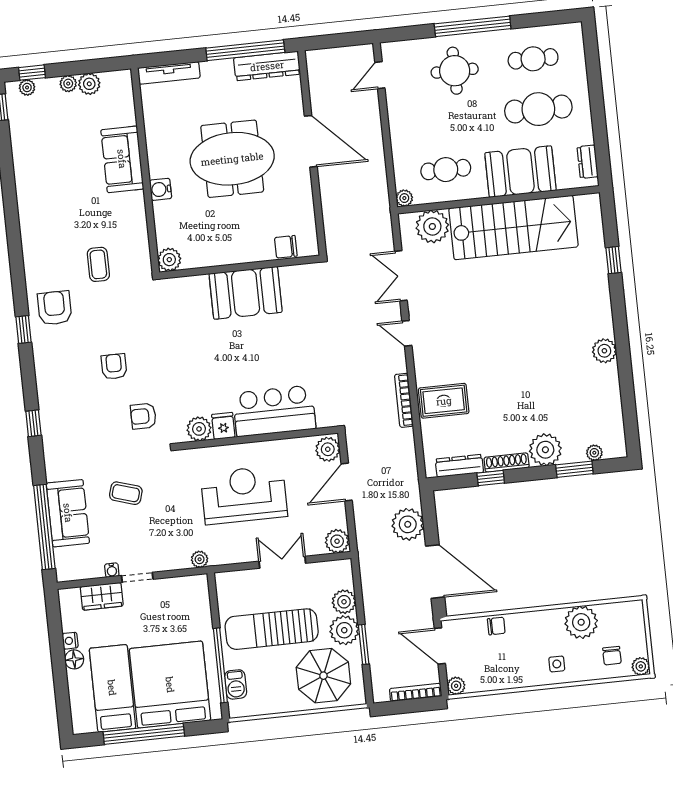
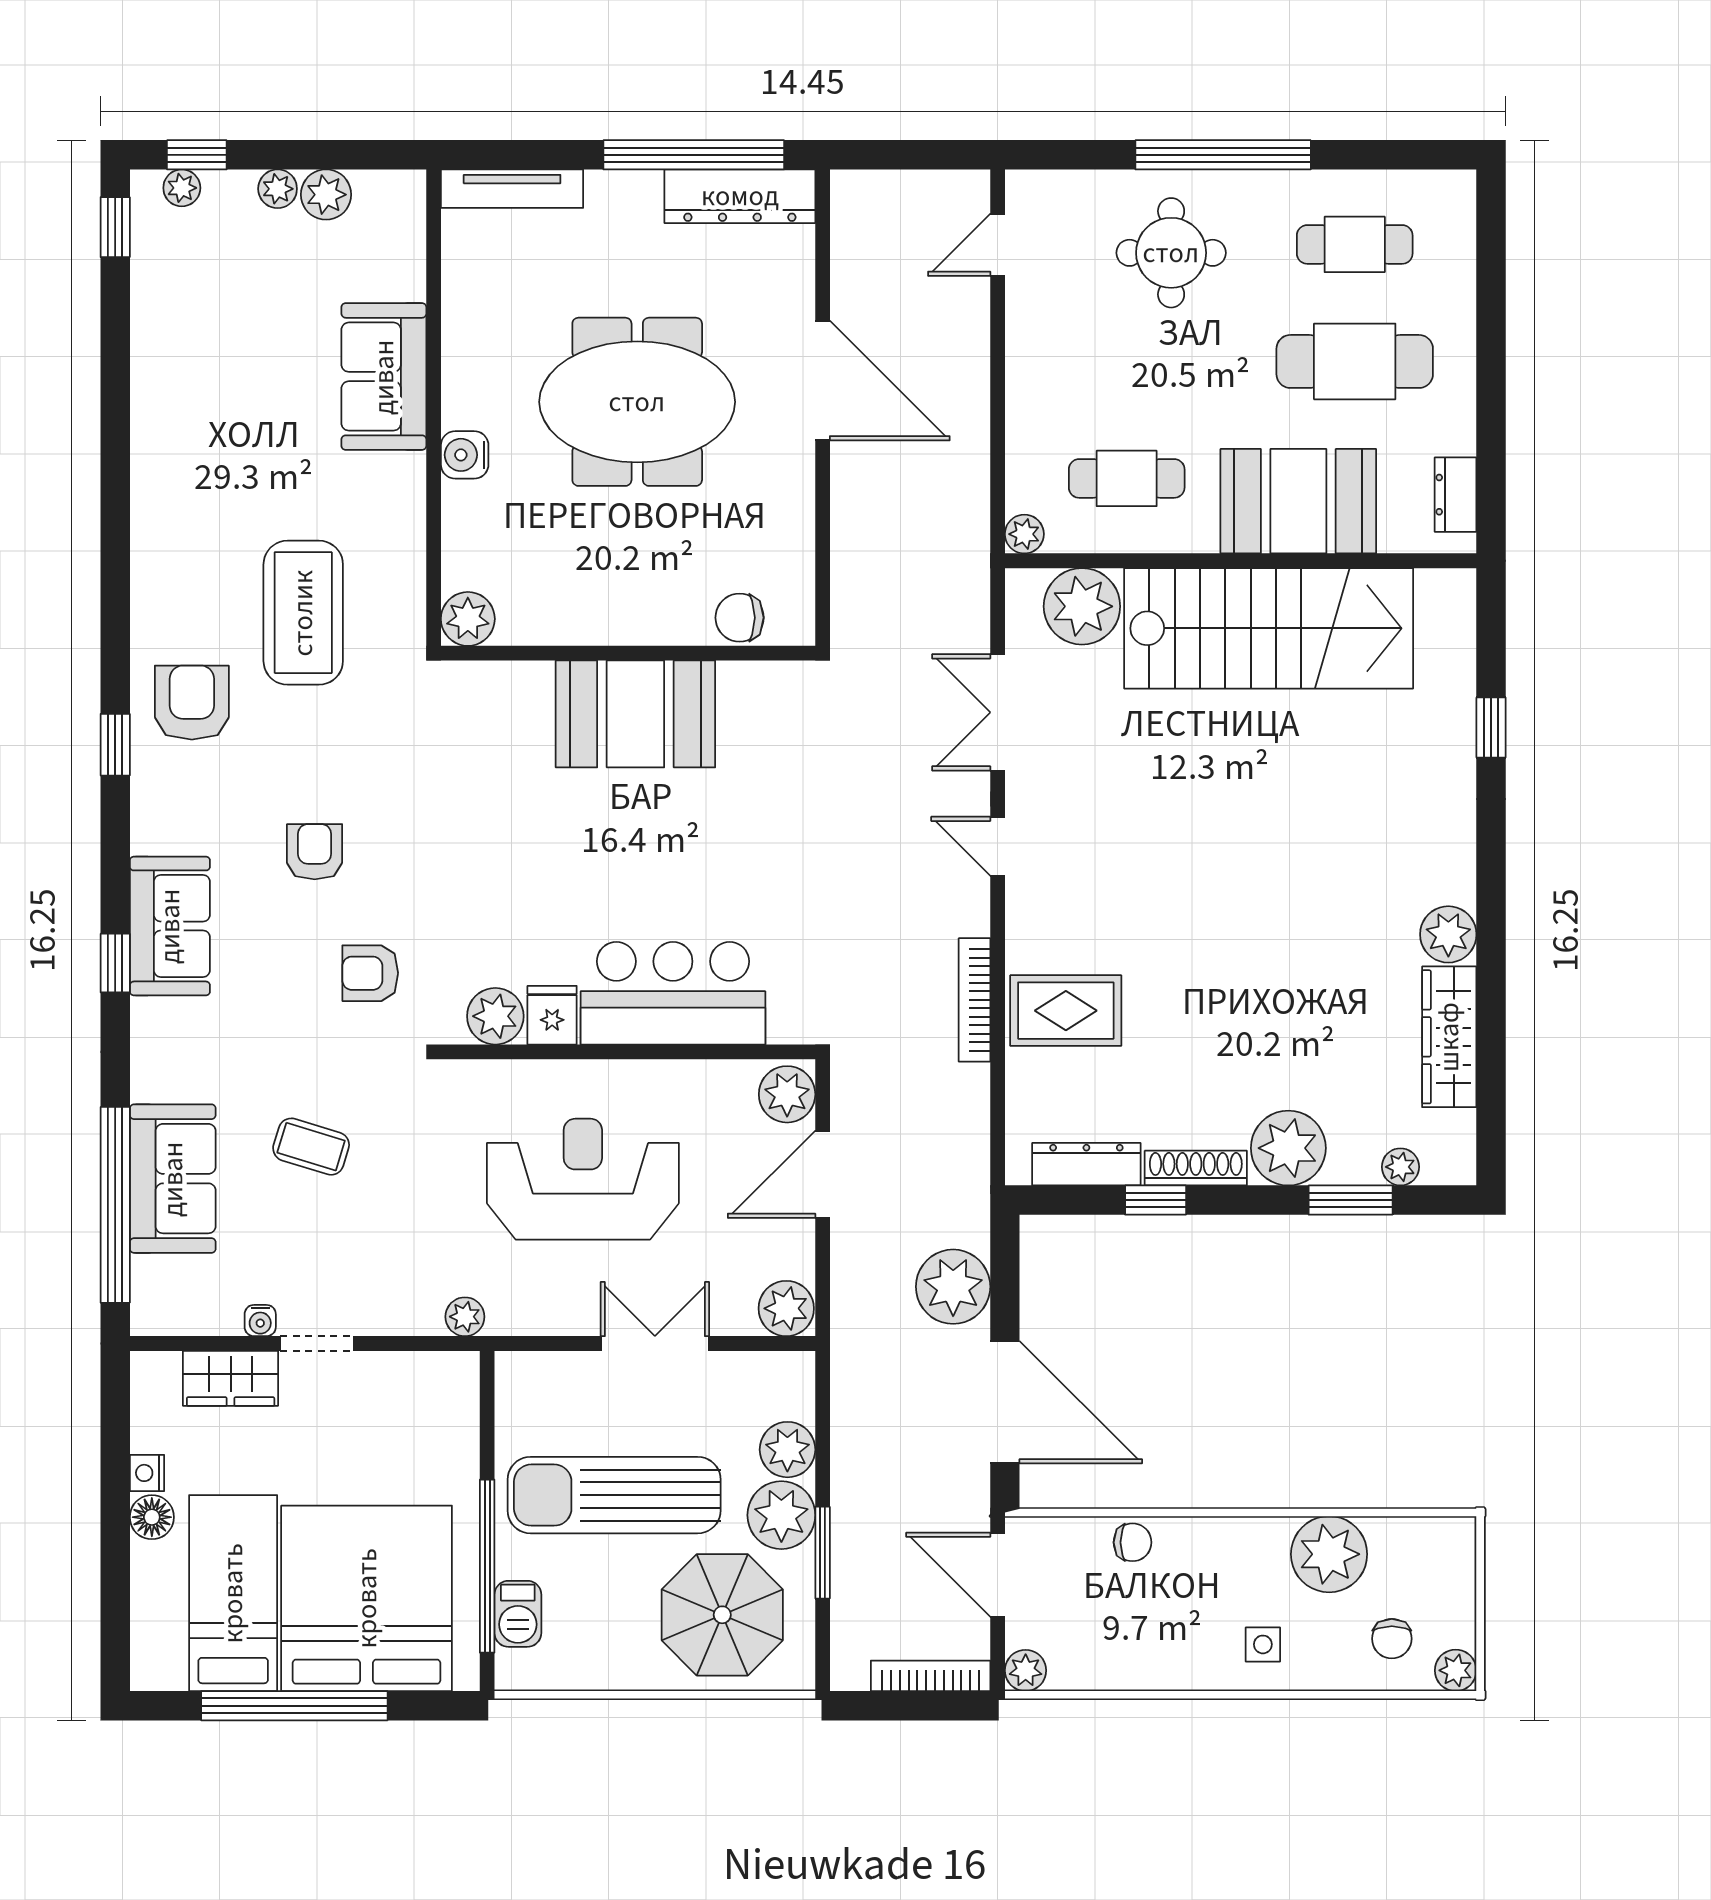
coffee table: (98, 264) -> (303, 613), width x1.86, depth x1.72
wardrobe: (609, 395) -> (1449, 1037), added
sofa: (55, 405) -> (170, 926), added

